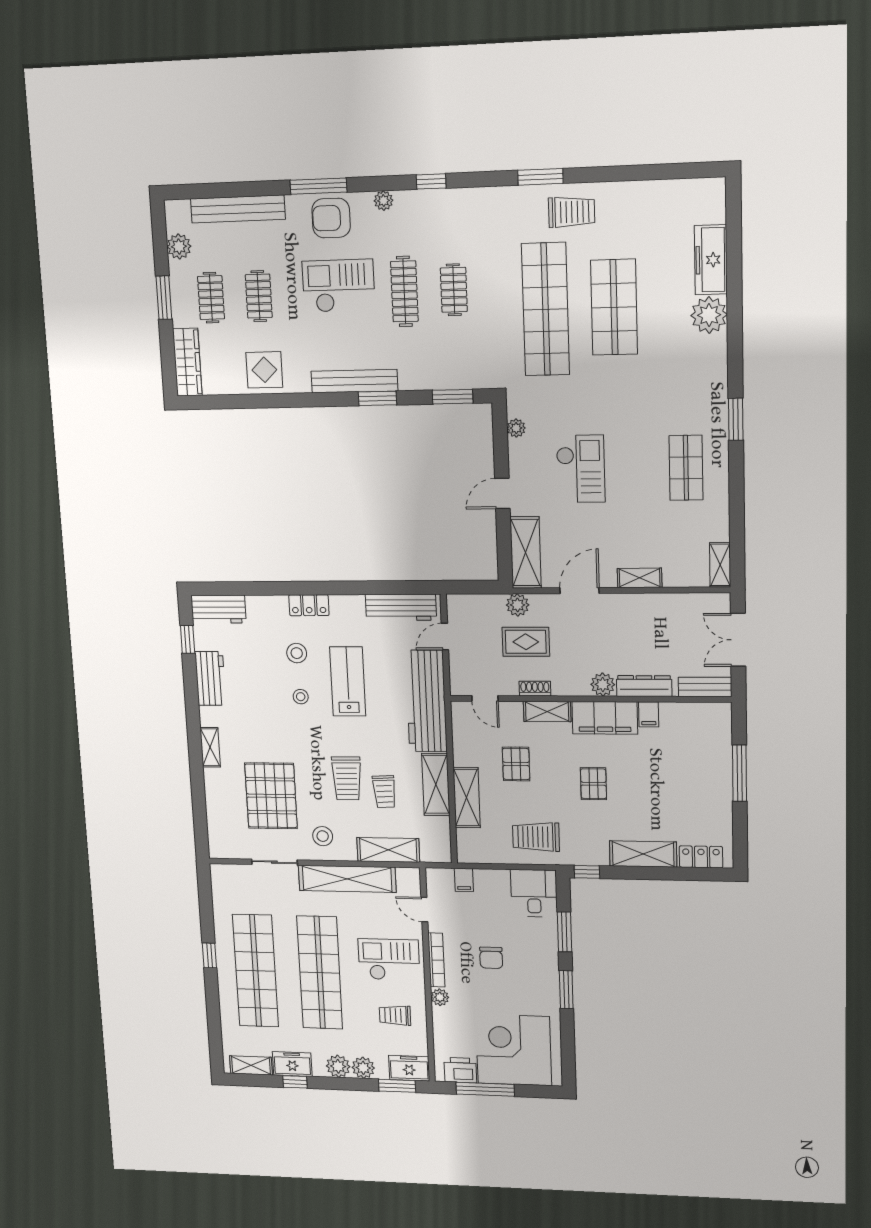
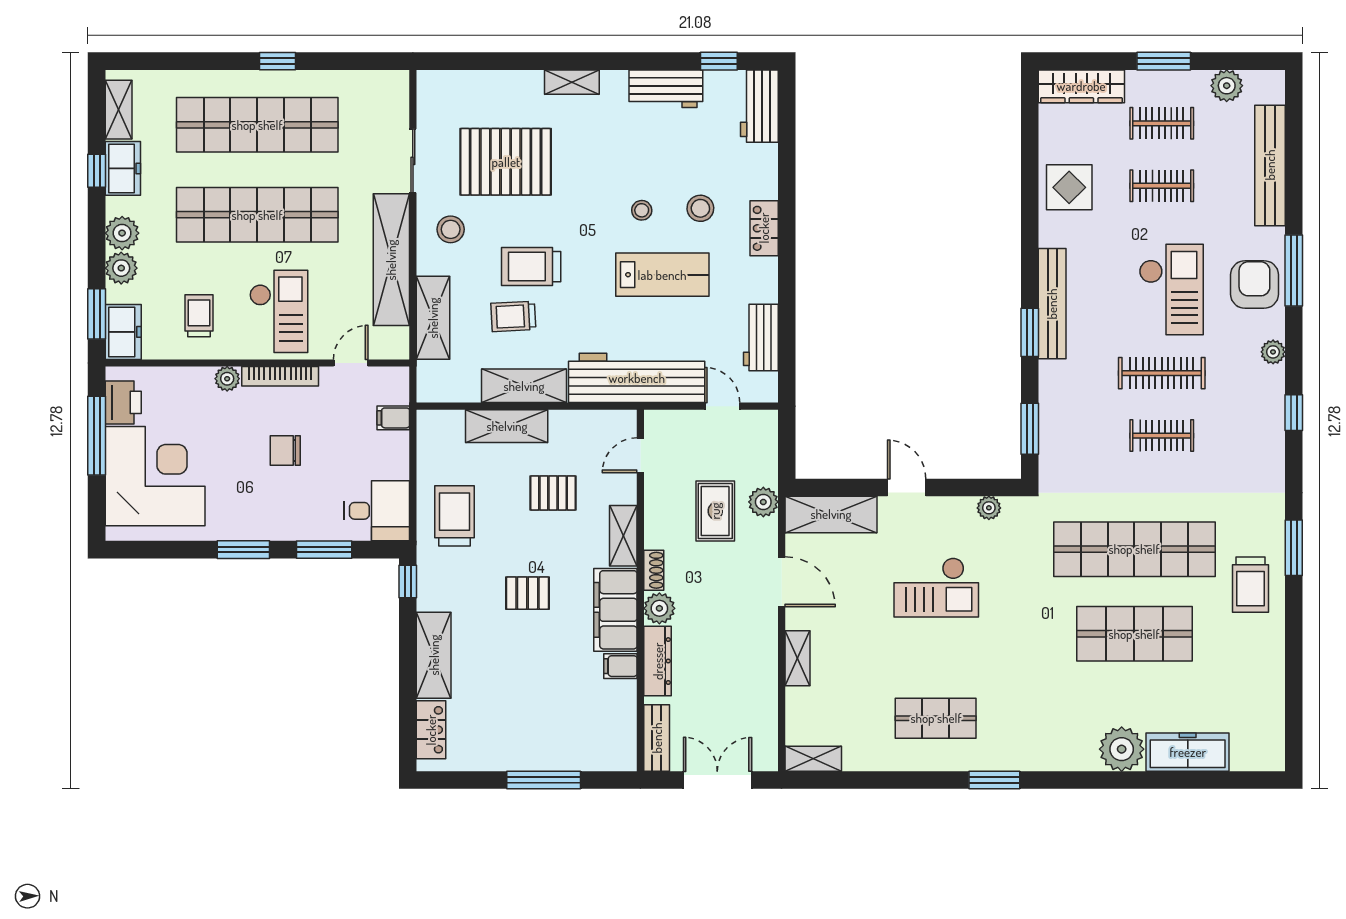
workbench: (401, 607) -> (761, 338), width x0.73
shoe rack: (535, 689) -> (654, 570), moved

